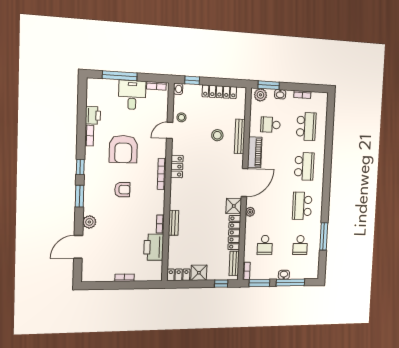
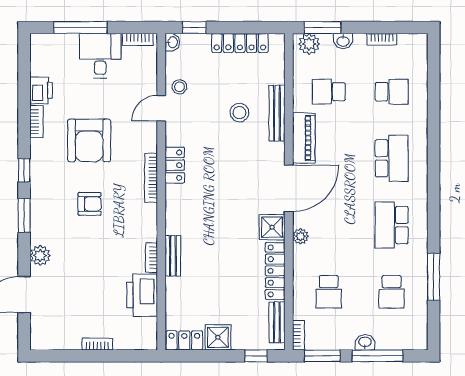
school desk: (306, 126) -> (392, 92), width x0.54

